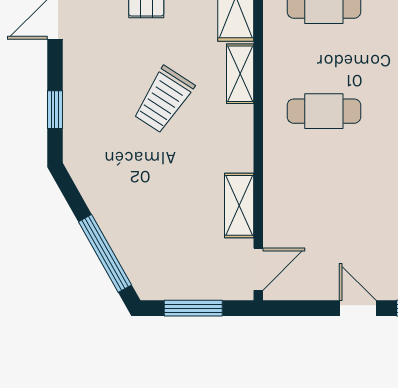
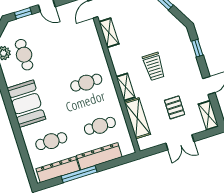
trolley: (164, 100) -> (154, 66), turned 147

